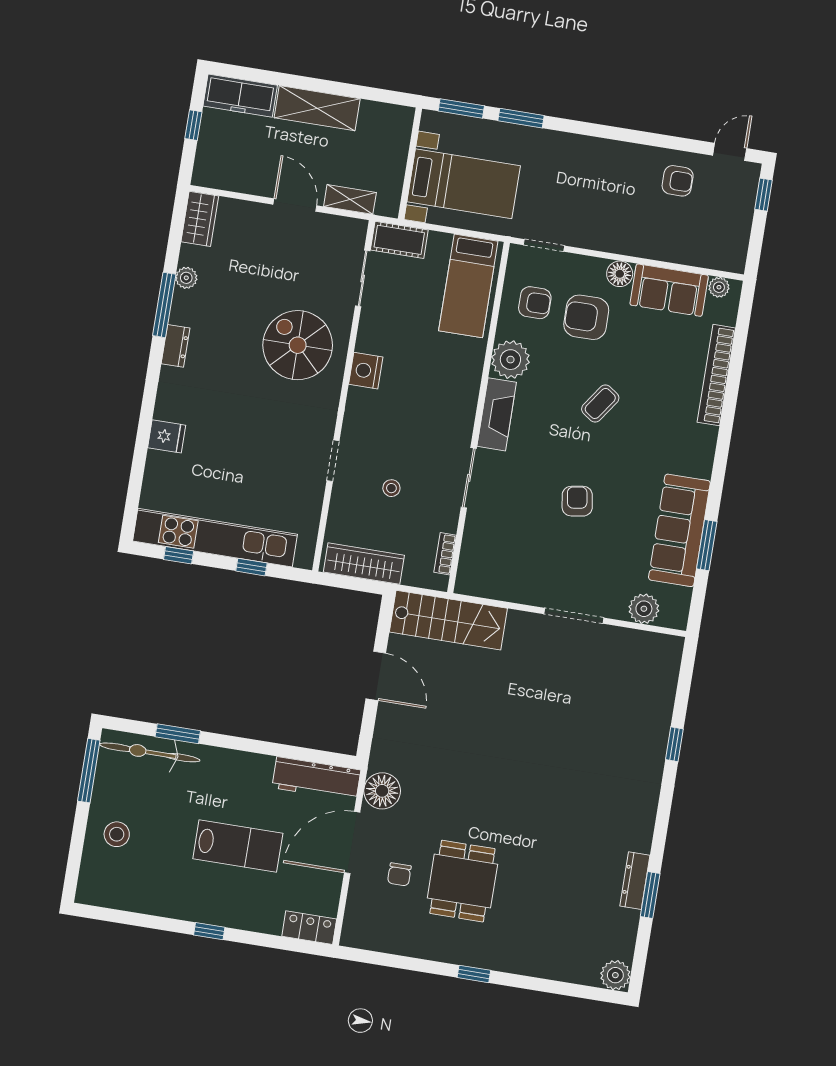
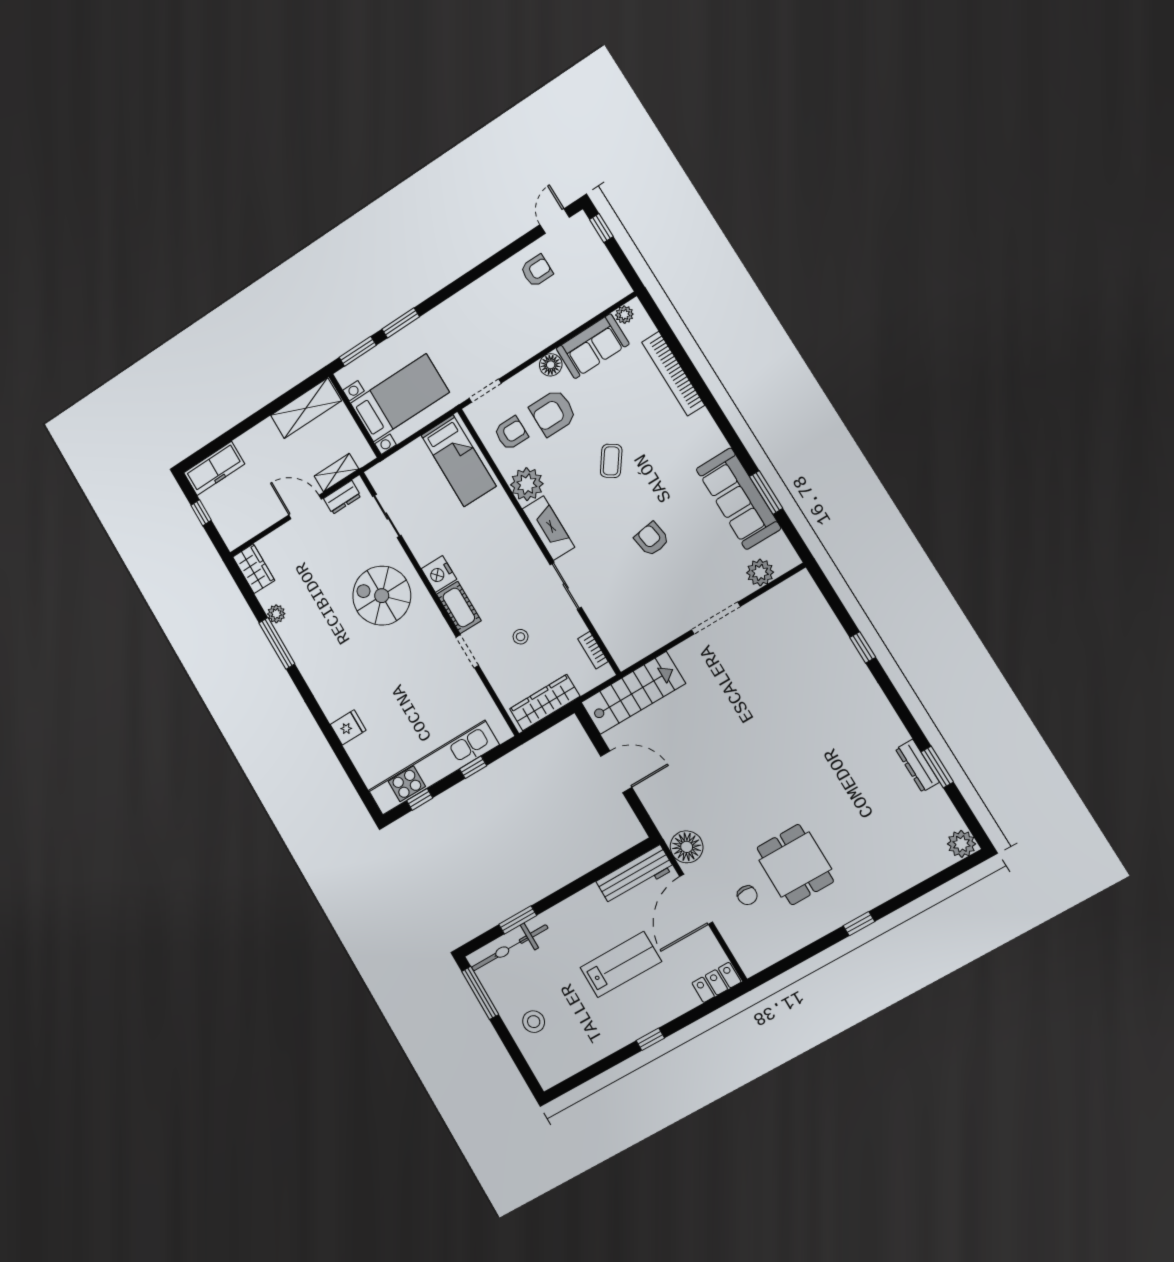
shelving: (317, 108) -> (306, 408), moved
cot: (399, 240) -> (459, 607), moved, turned 90
dresser: (176, 346) -> (342, 497), moved, turned 90

